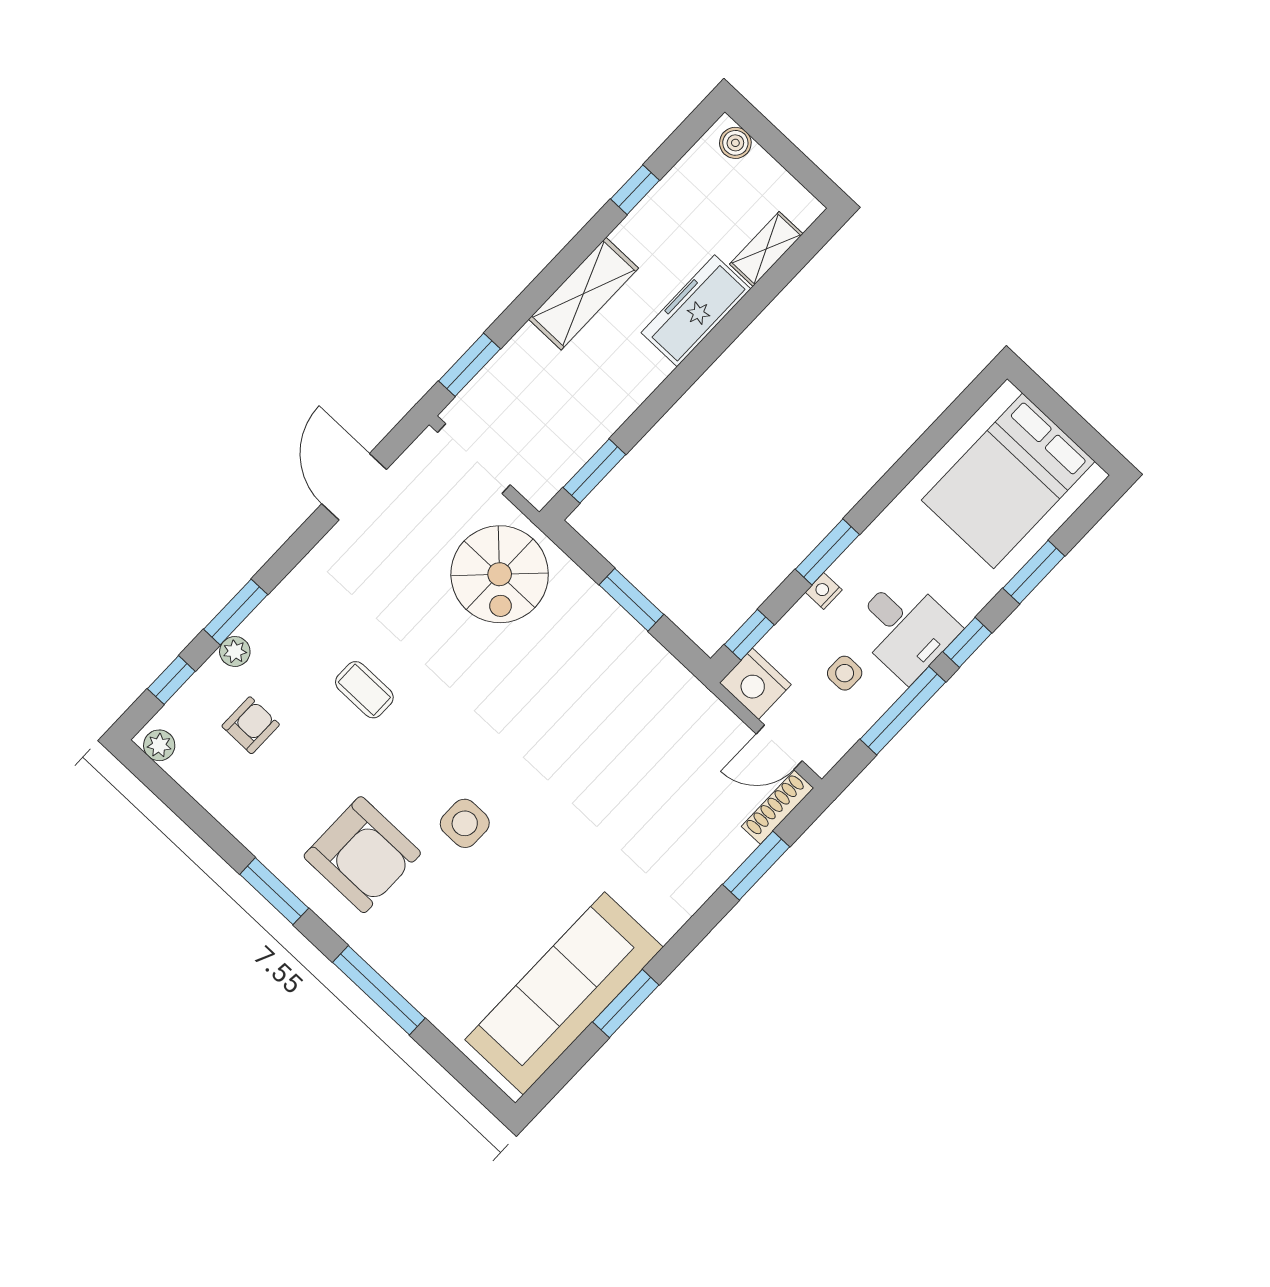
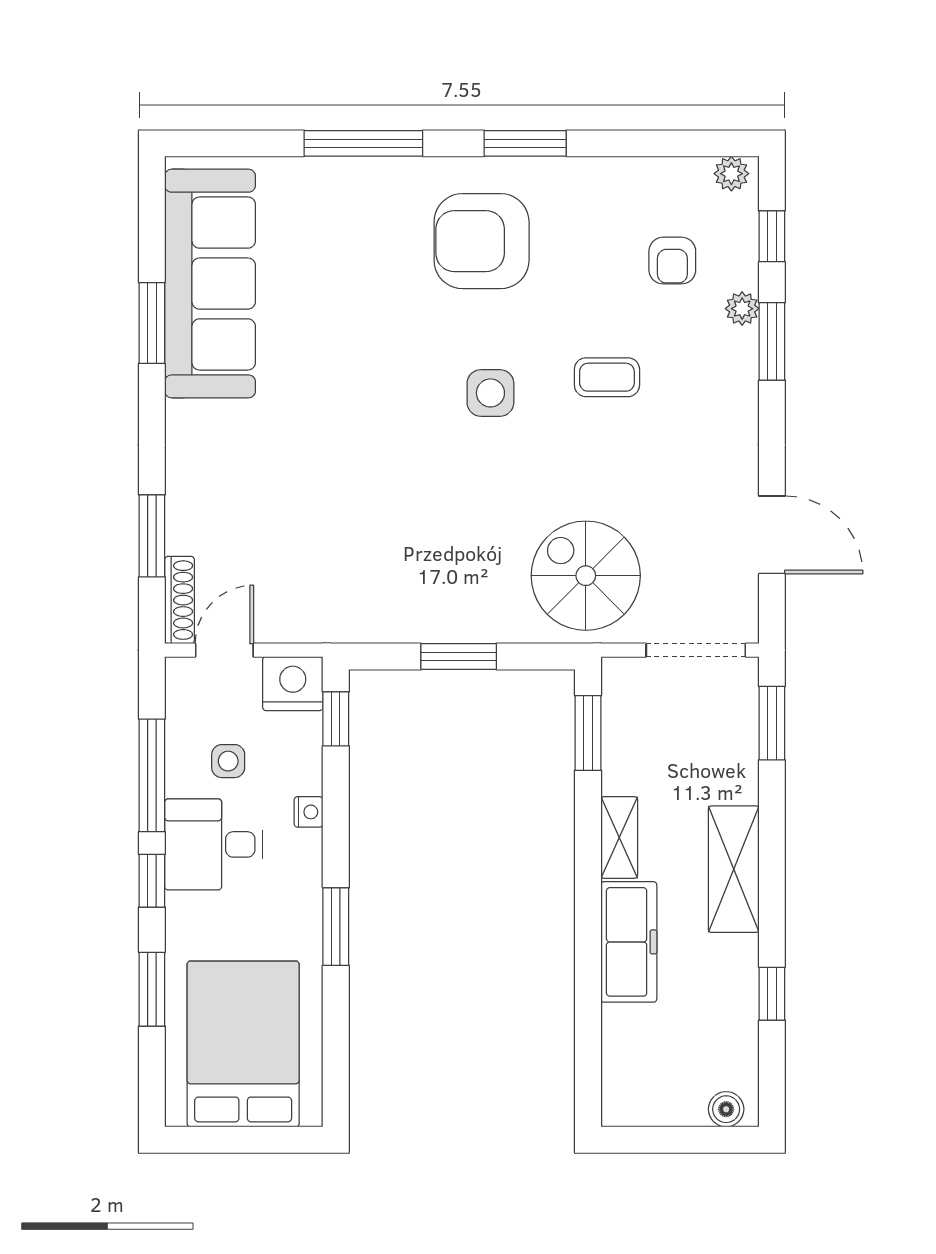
shelving: (766, 249) -> (619, 837), moved
window: (827, 552) -> (336, 927), moved
side table: (465, 823) -> (490, 393), moved

